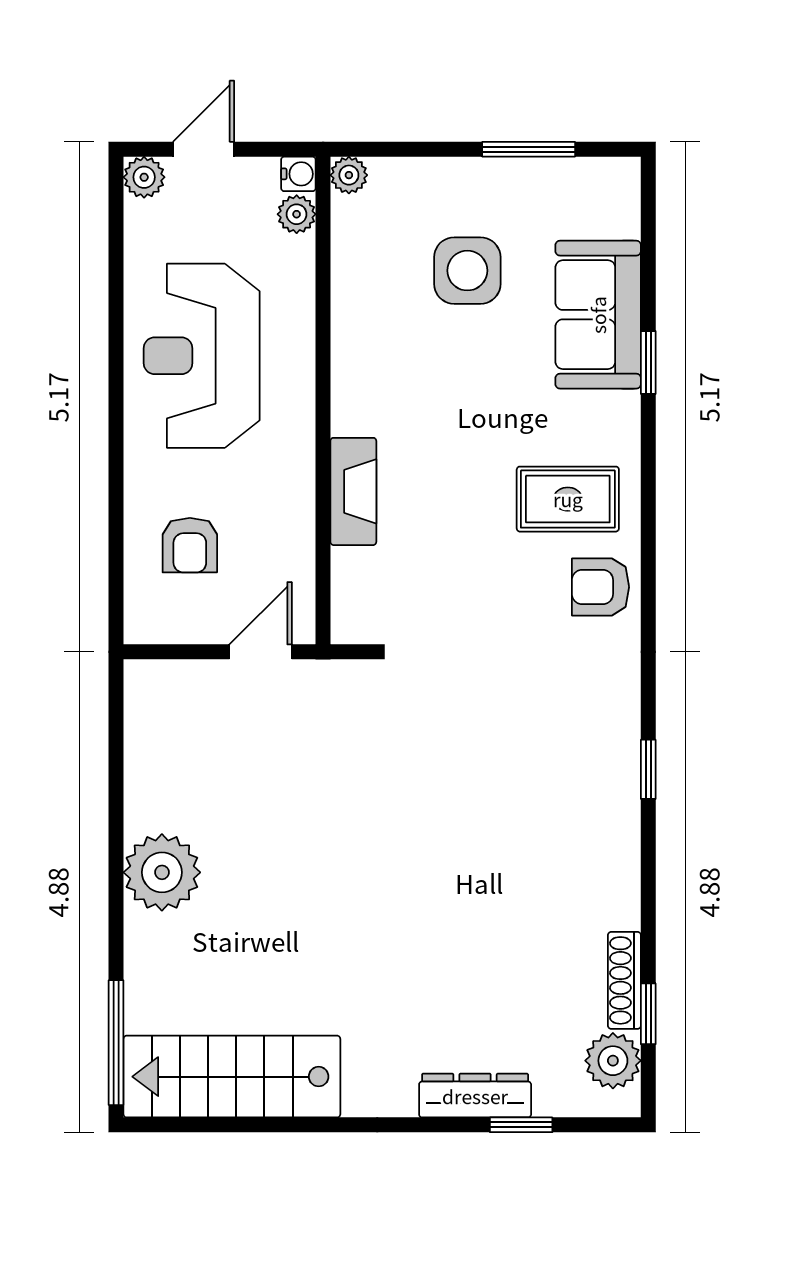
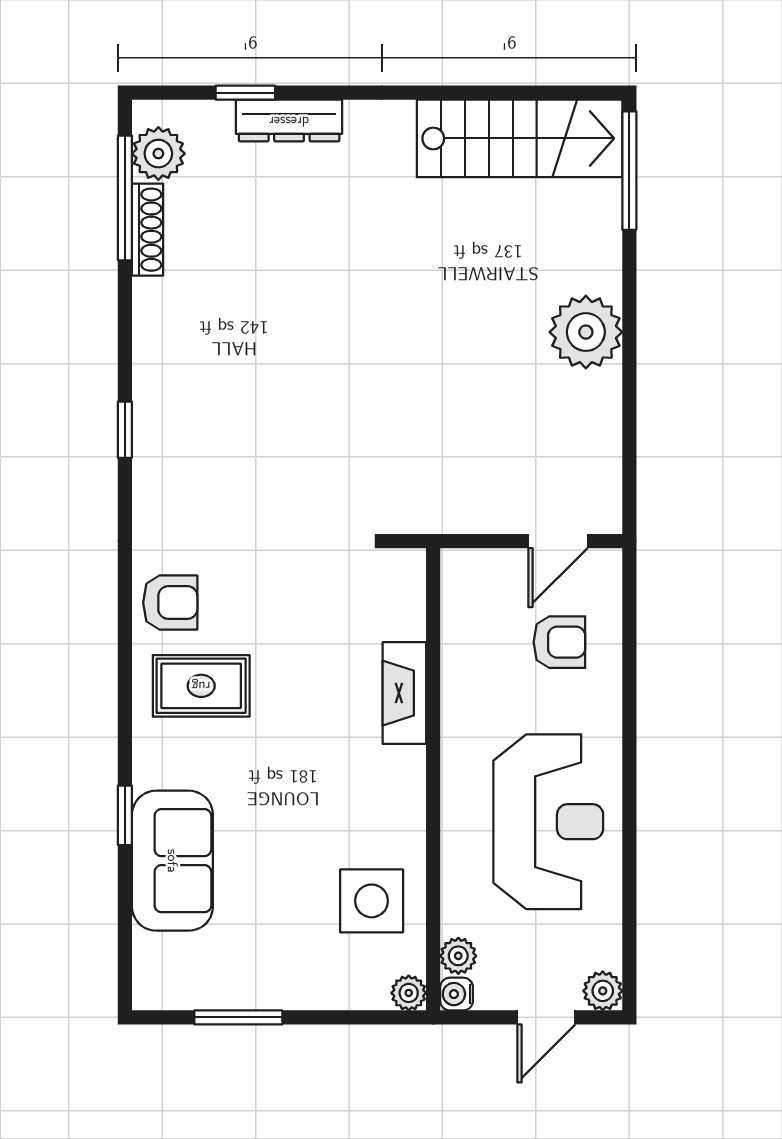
side table: (467, 271) -> (372, 901), moved
armchair: (190, 545) -> (559, 642), turned 90
door: (261, 652) -> (558, 541), moved
window: (648, 1014) -> (125, 198), width x2.17

